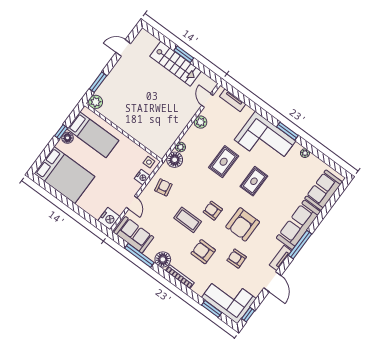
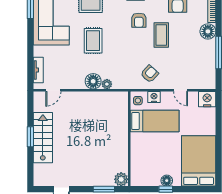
plant: (201, 122) -> (75, 83), removed
bed: (93, 135) -> (155, 121), moved, turned 90
floor lamp: (175, 160) -> (93, 81), moved
rug: (224, 162) -> (93, 41), turned 90
armchair: (163, 187) -> (150, 74), turned 144
door: (132, 203) -> (181, 90), swing flipped
sofa: (134, 235) -> (205, 69), removed

